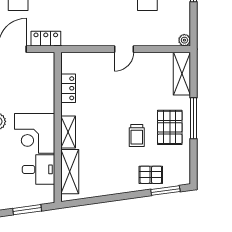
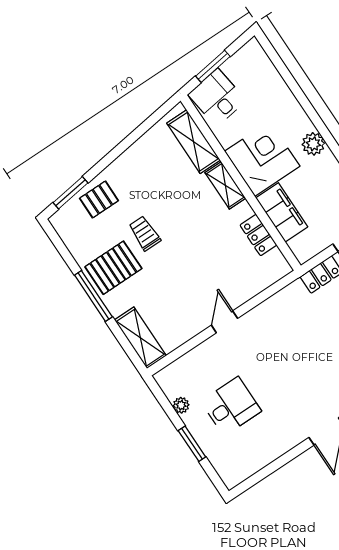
plant: (184, 40) -> (181, 405), moved
filing cabinet: (45, 93) -> (282, 212), added
pallet: (170, 127) -> (113, 268), turned 90
desk: (39, 169) -> (217, 97), moved, turned 82

